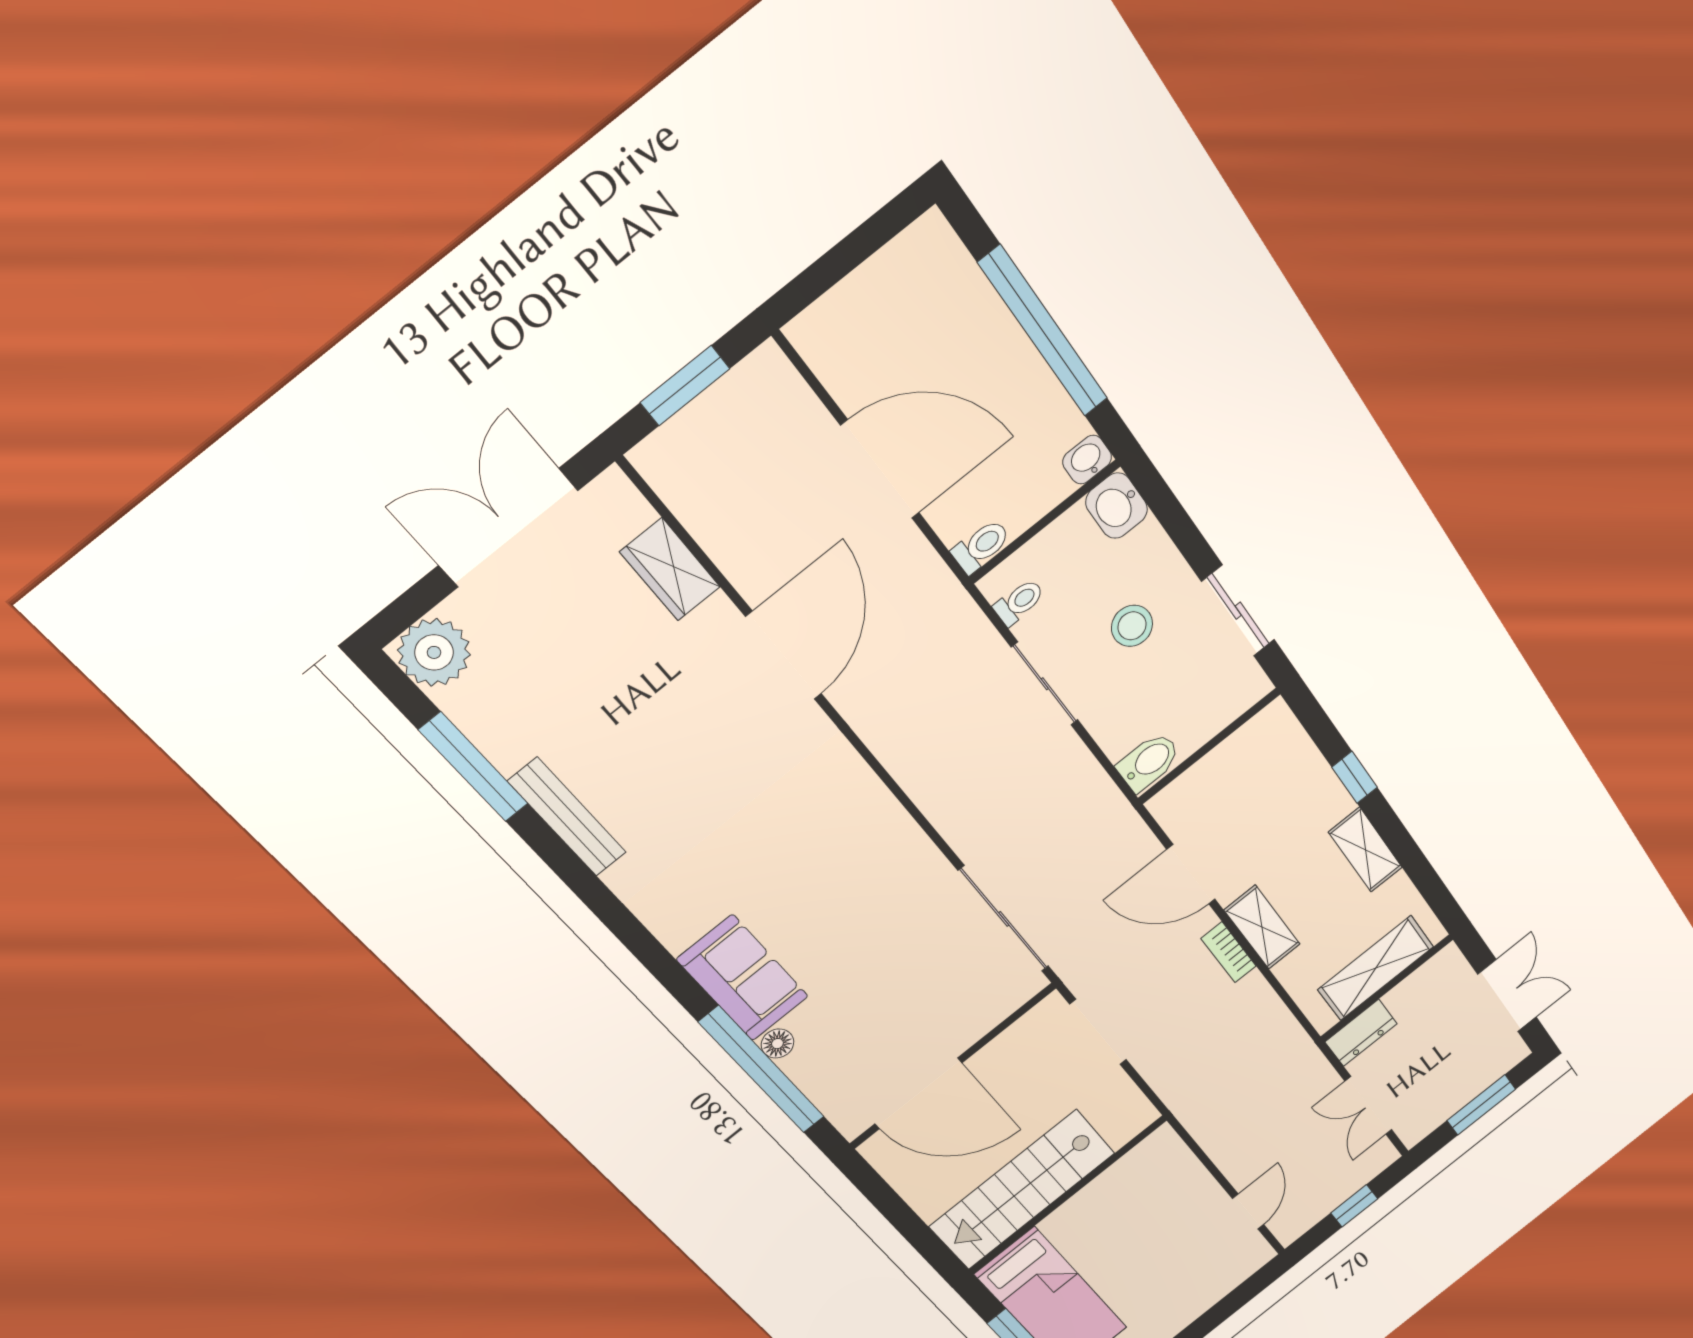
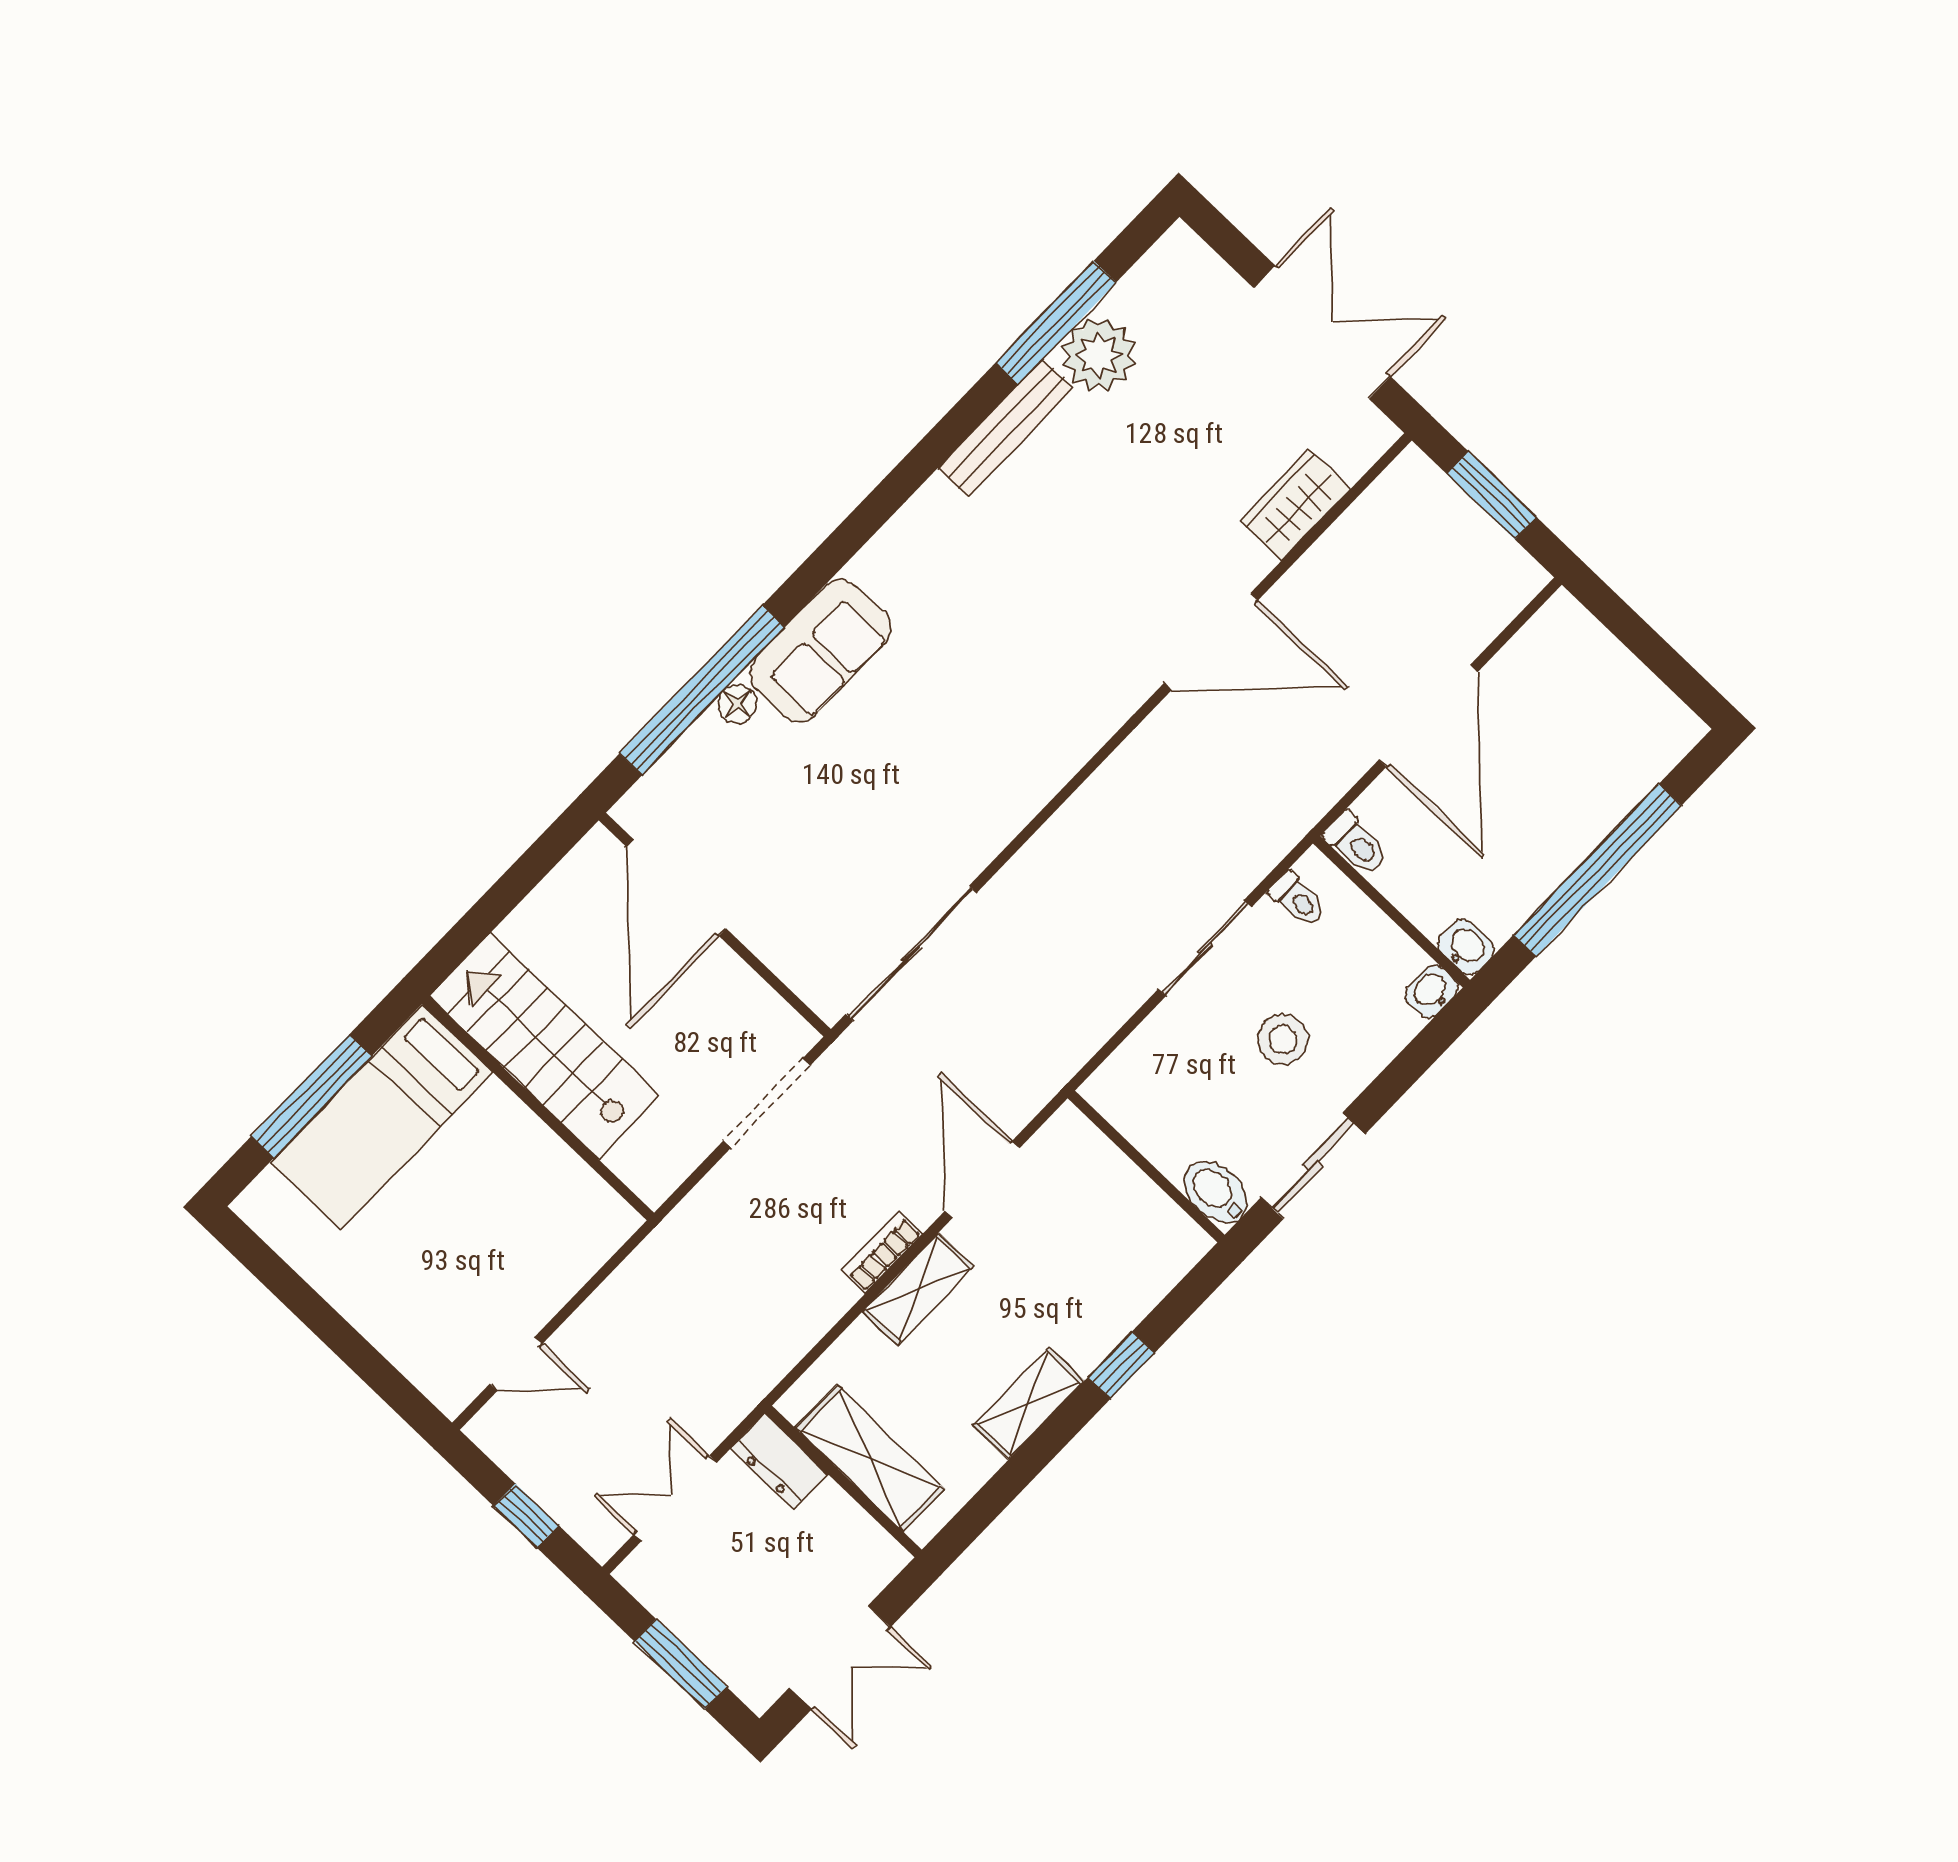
washbasin: (1117, 506) -> (1432, 991), width x0.72, depth x0.69
plant: (434, 652) -> (1099, 355), moved
bidet: (1149, 762) -> (1216, 1192), moved, turned 180

